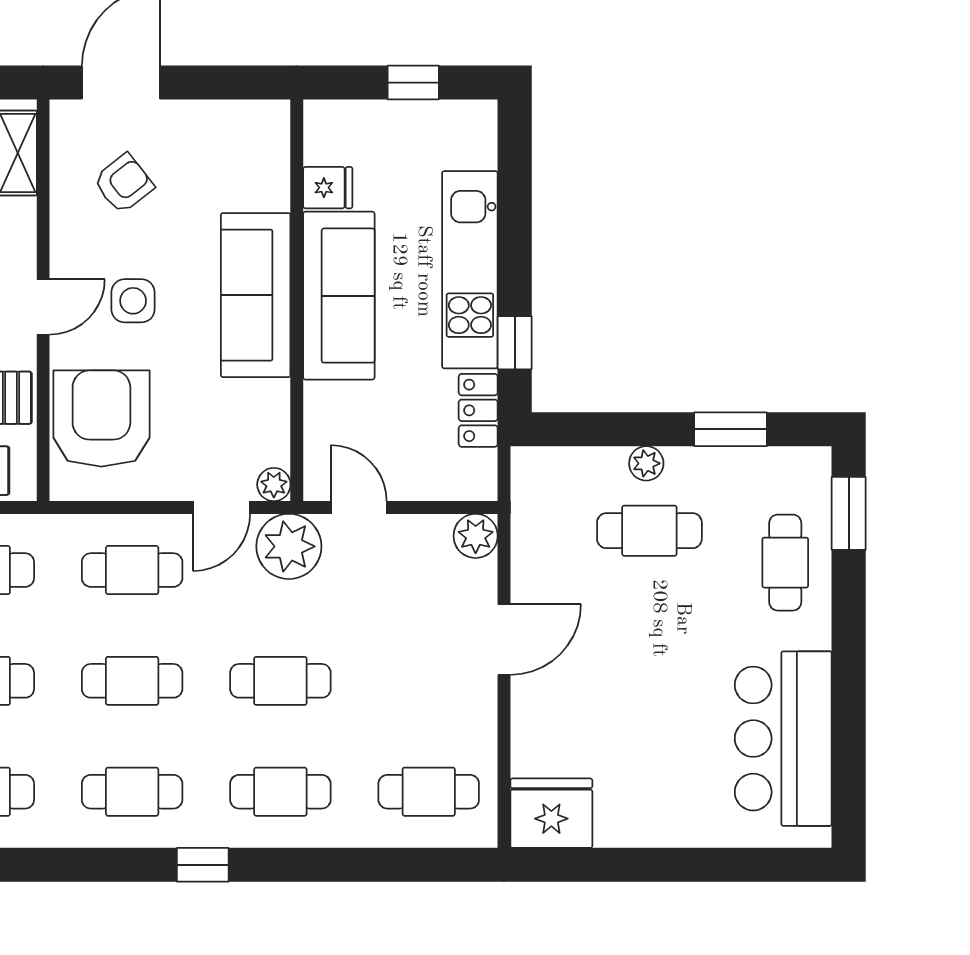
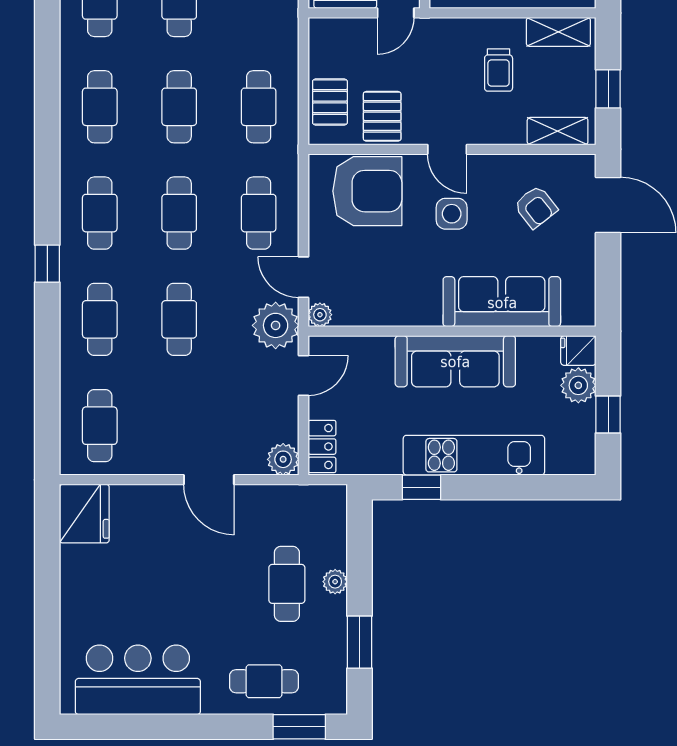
plant: (372, 124) -> (578, 385), added
fridge: (328, 188) -> (578, 351), moved, turned 90
sofa: (256, 295) -> (502, 302), moved
locker: (478, 410) -> (322, 447), moved, turned 90

